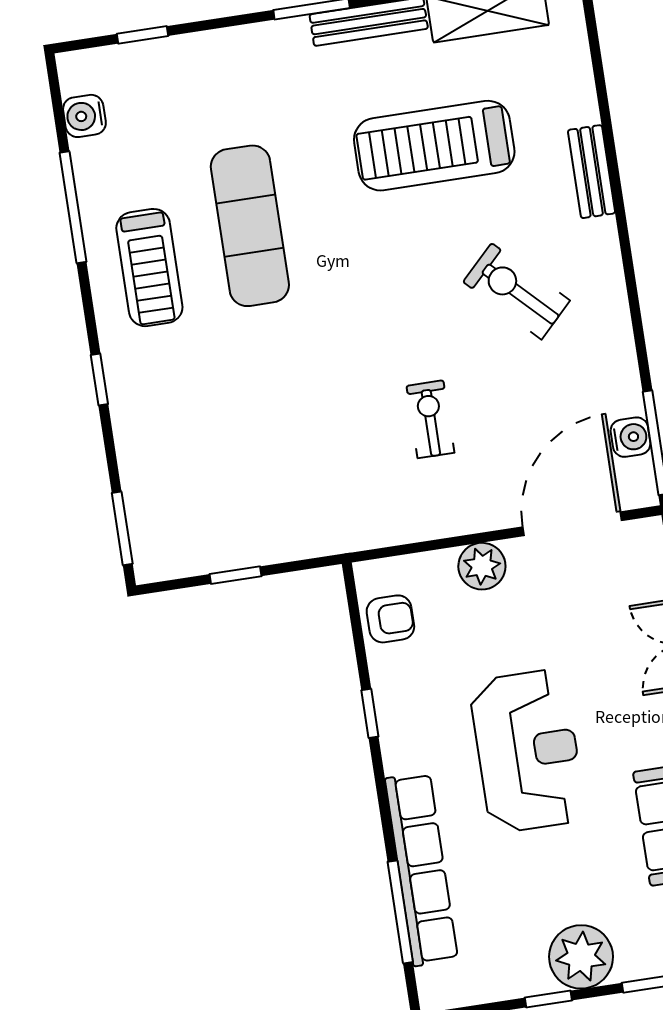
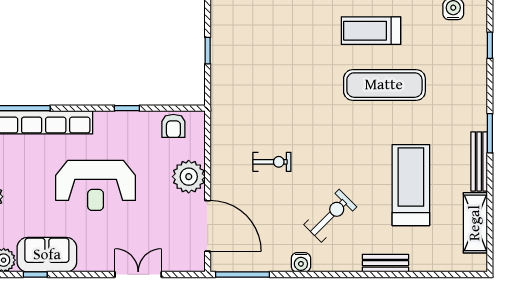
water cooler: (631, 437) -> (301, 262), moved
plant: (482, 566) -> (189, 177), width x1.36, depth x1.36

